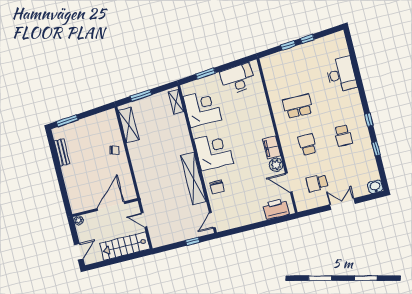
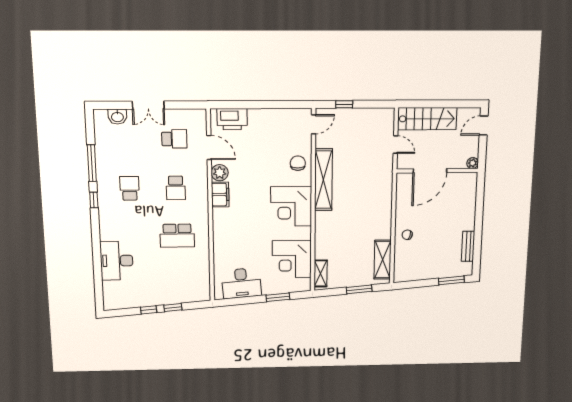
window: (376, 149) -> (92, 163), width x2.17
washbasin: (375, 187) -> (117, 117), moved

